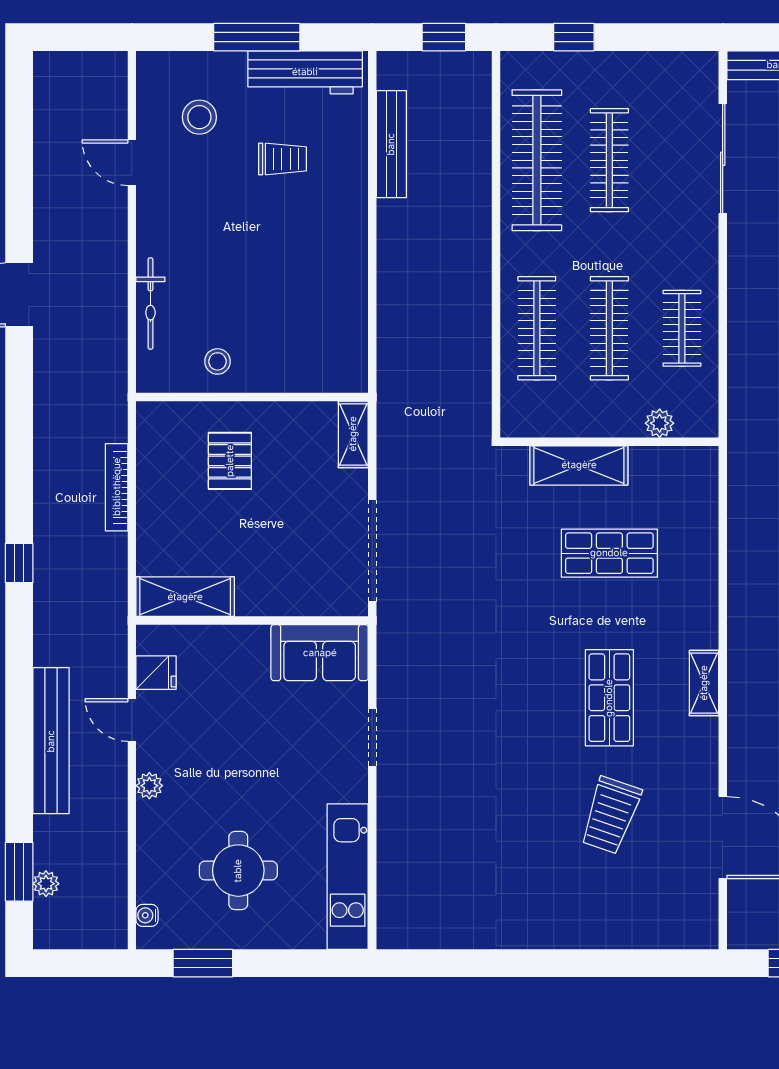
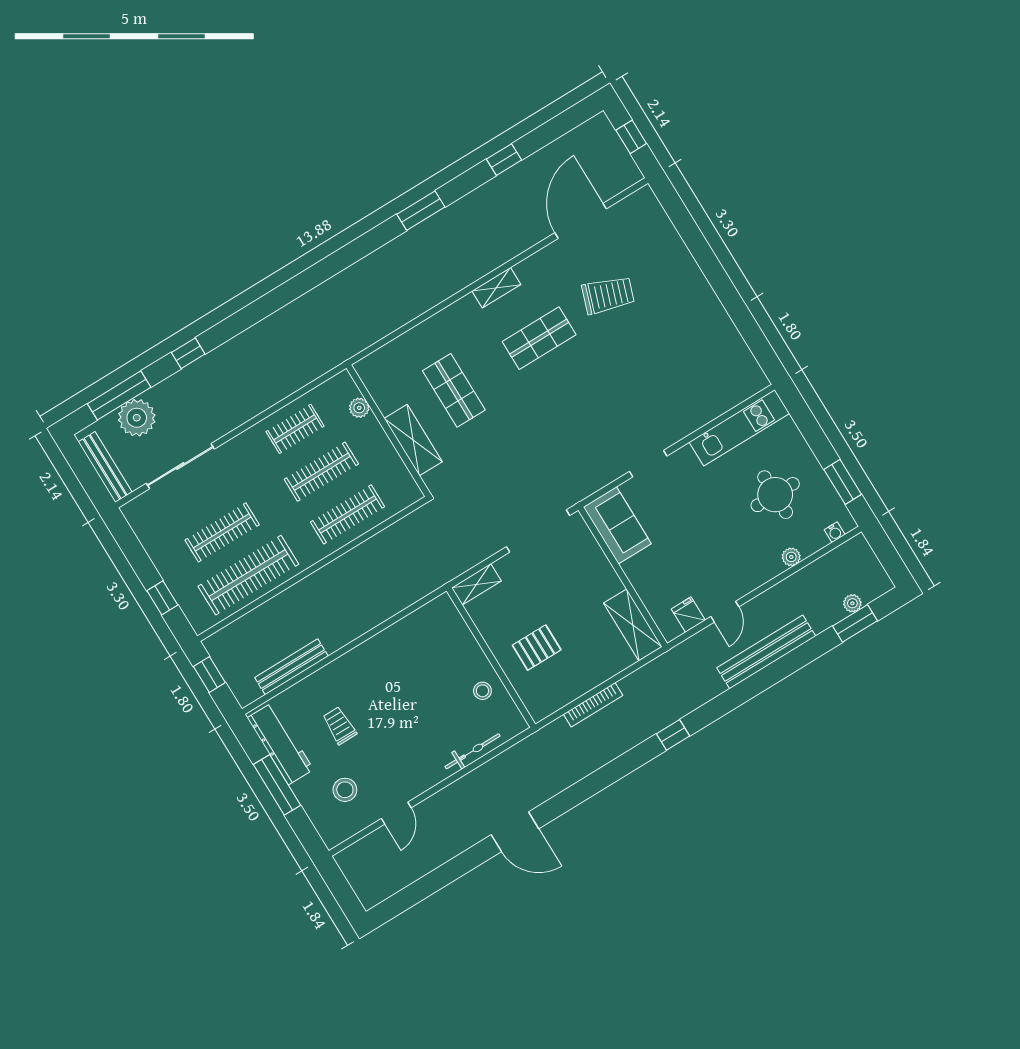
plant: (149, 786) -> (791, 557), moved

